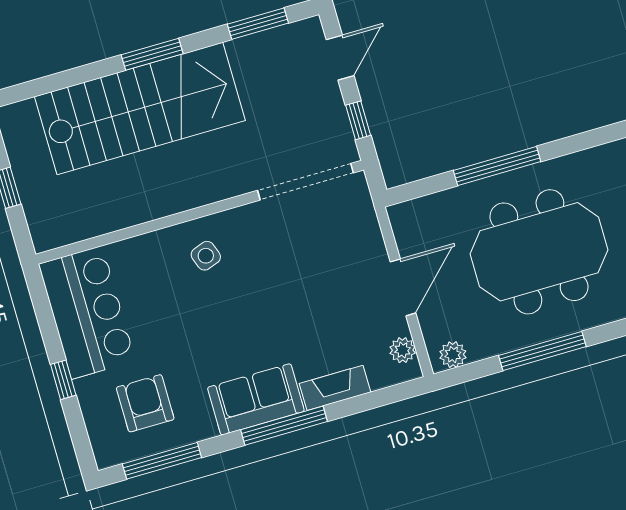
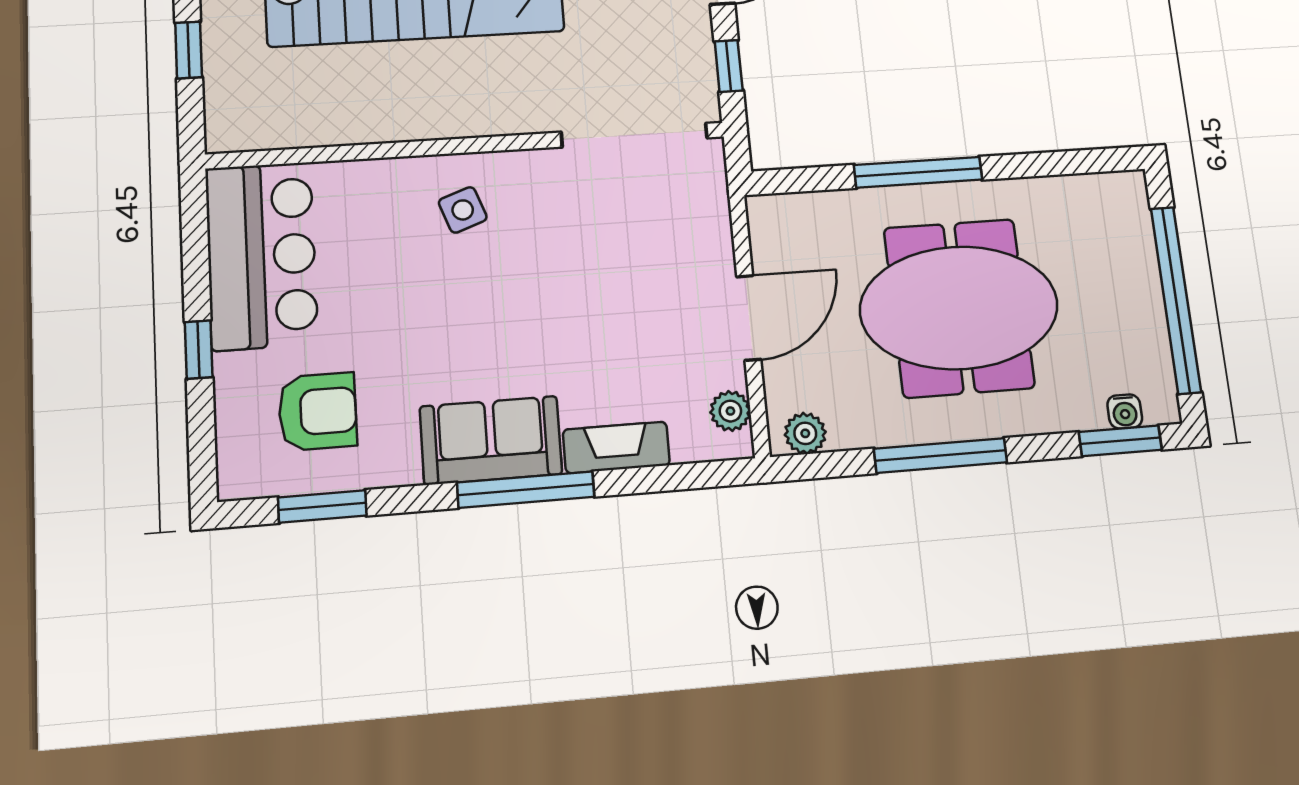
armchair: (145, 403) -> (318, 412), turned 90
window: (162, 461) -> (322, 506), width x0.69

